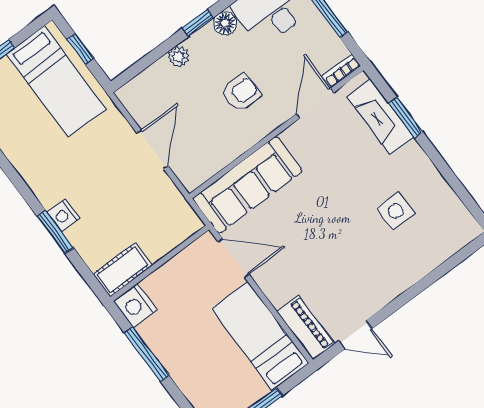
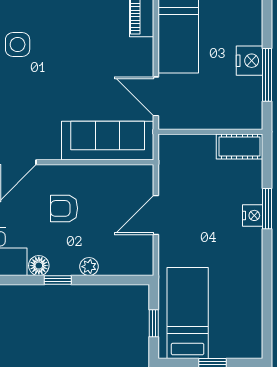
nightstand: (135, 305) -> (250, 61), moved

